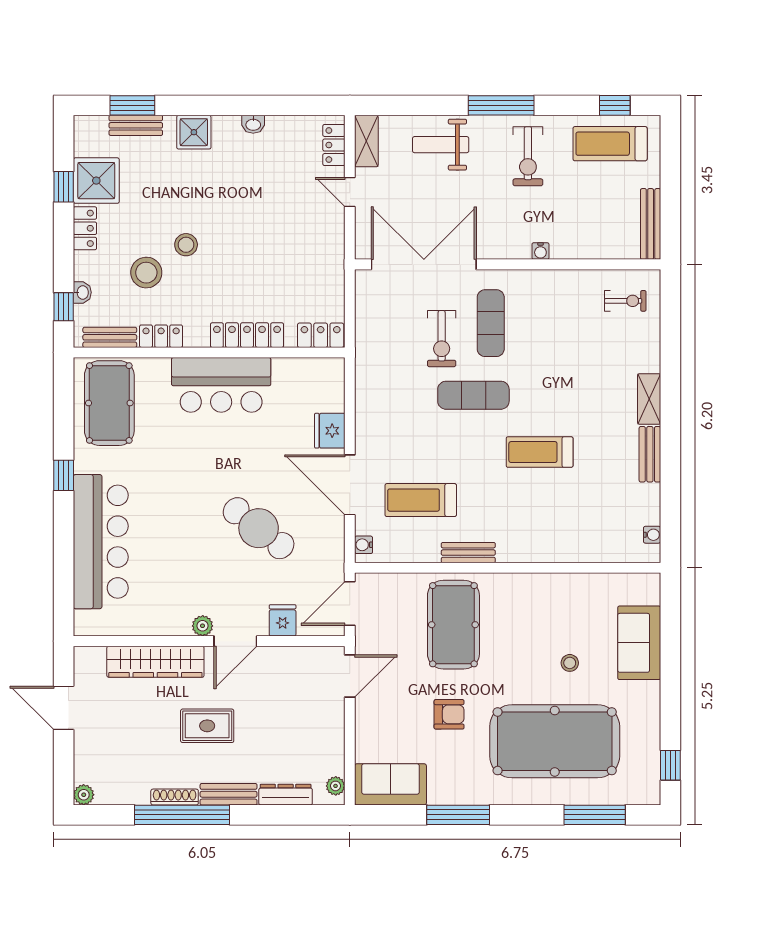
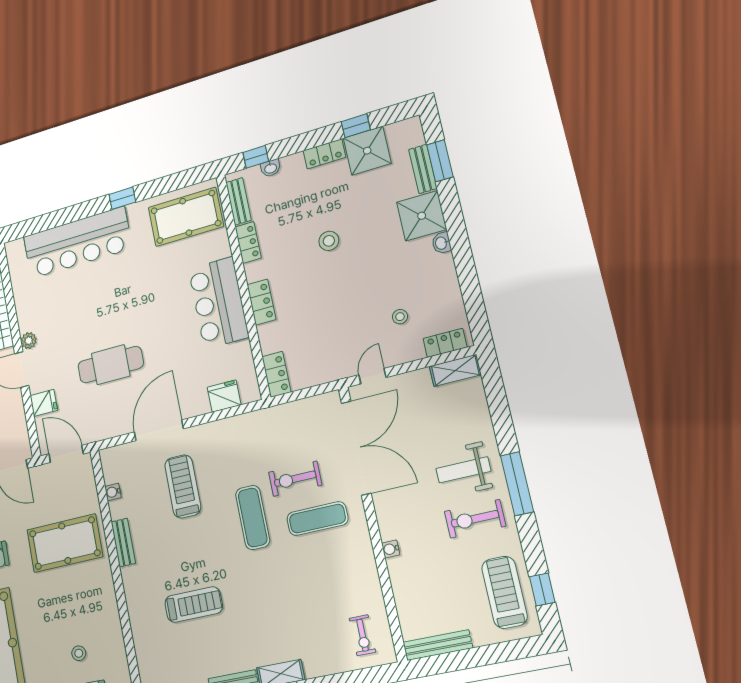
washbasin: (253, 124) -> (441, 243), moved
shower: (194, 132) -> (422, 216), width x1.36, depth x1.36
weight bench: (441, 145) -> (463, 470), moved, turned -90
door: (350, 192) -> (372, 376), moved
stool: (146, 273) -> (400, 317), moved, width x0.53, depth x0.53
locker: (247, 335) -> (261, 302), width x0.66
fridge: (330, 431) -> (224, 396), moved
treadmill: (540, 452) -> (194, 605), moved, turned 90
treadmill: (421, 500) -> (183, 486), moved
cafe table: (259, 528) -> (111, 365), turned 52
water cooler: (364, 545) -> (113, 492), moved, turned -90
stool: (570, 663) -> (79, 653), moved

